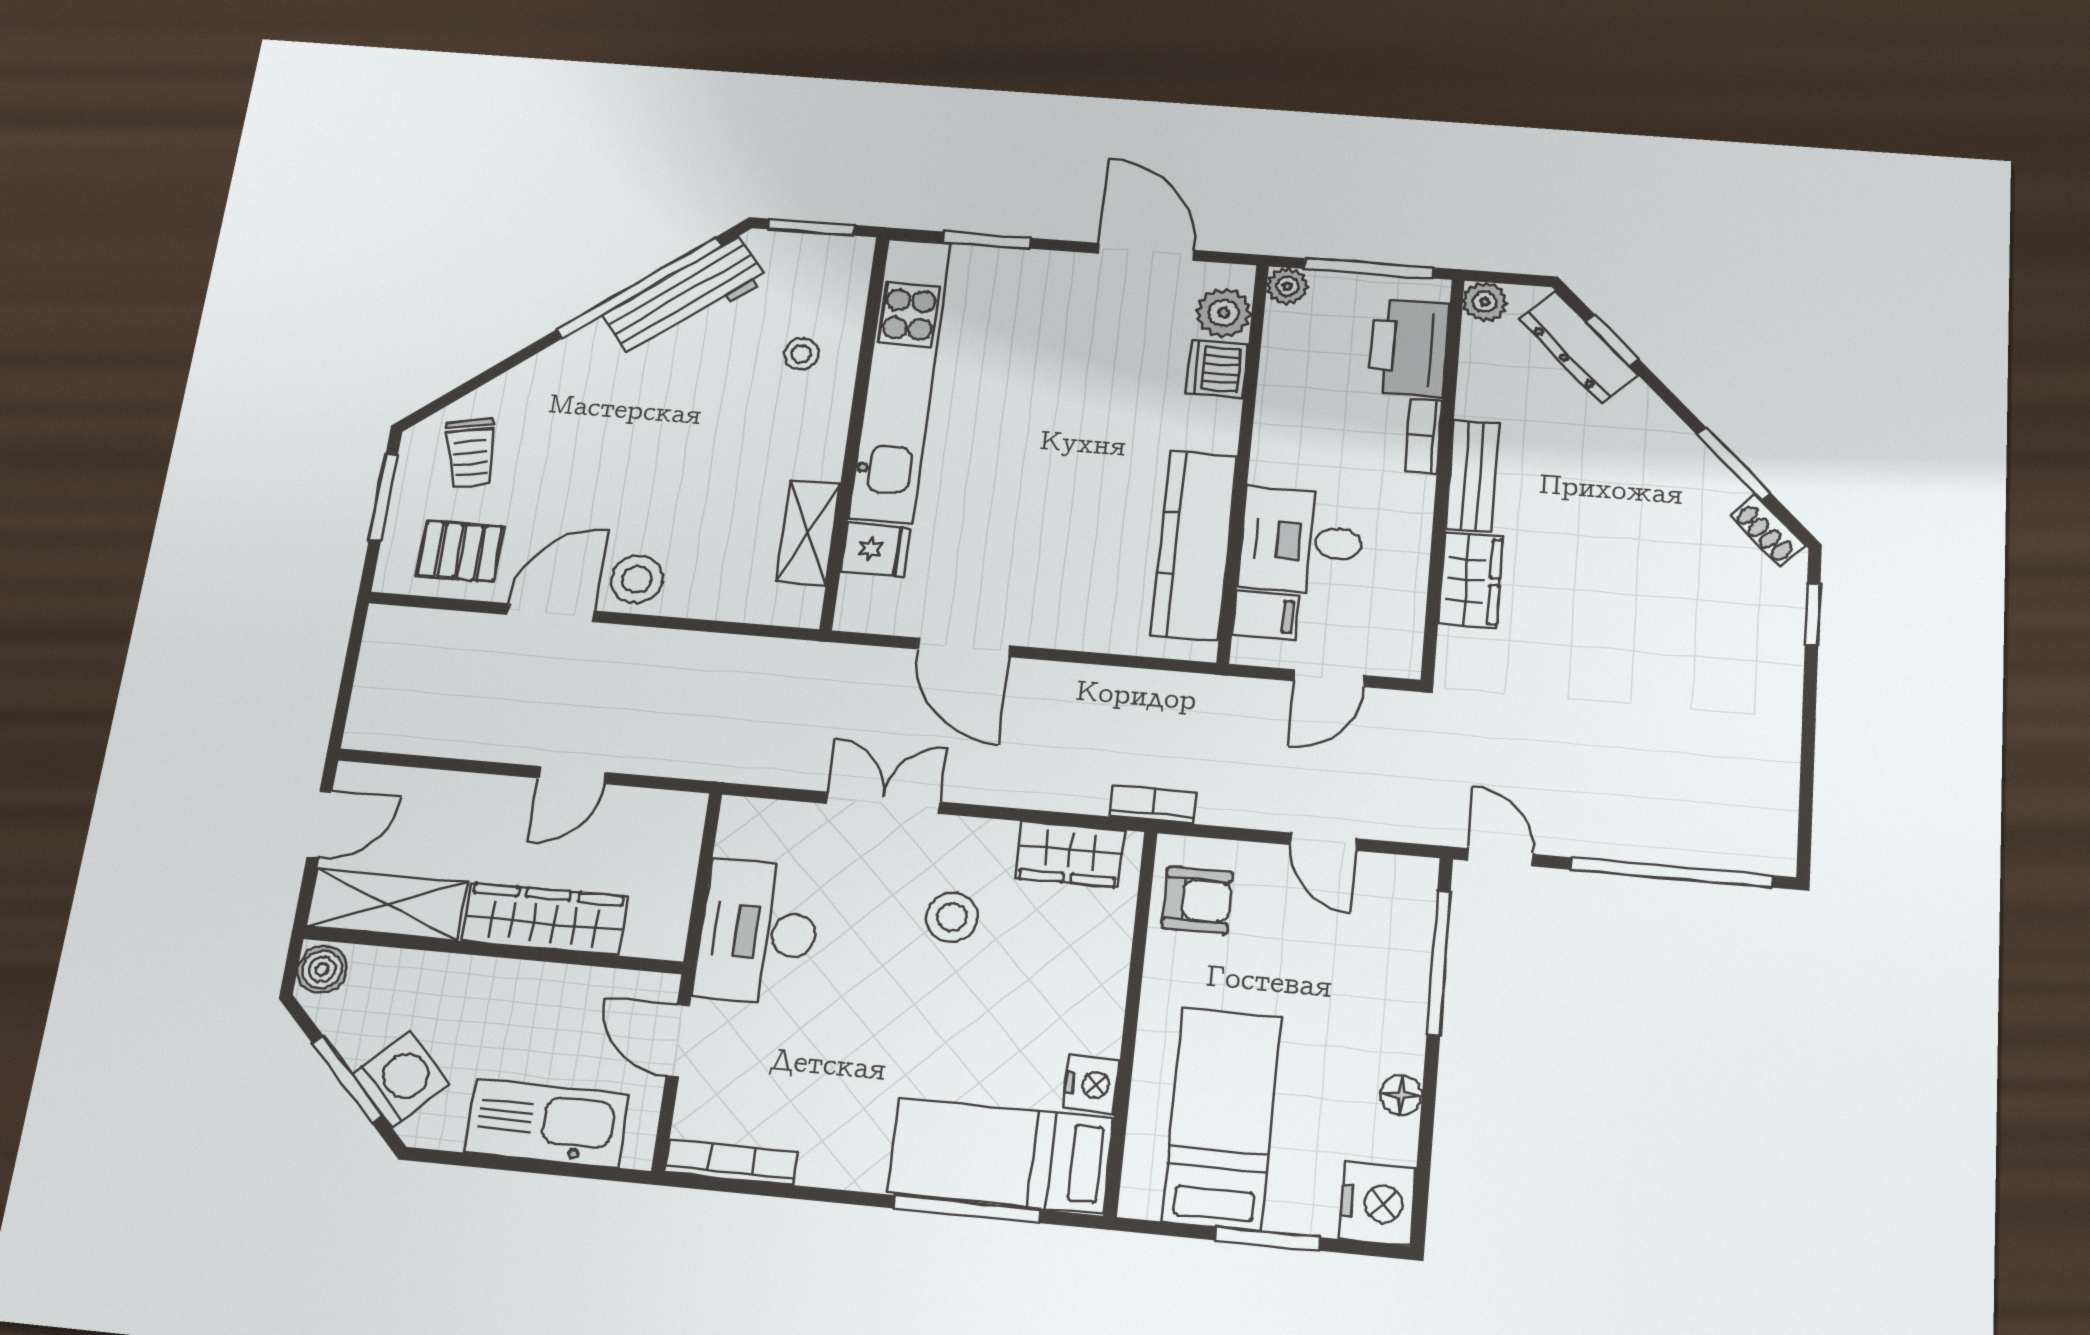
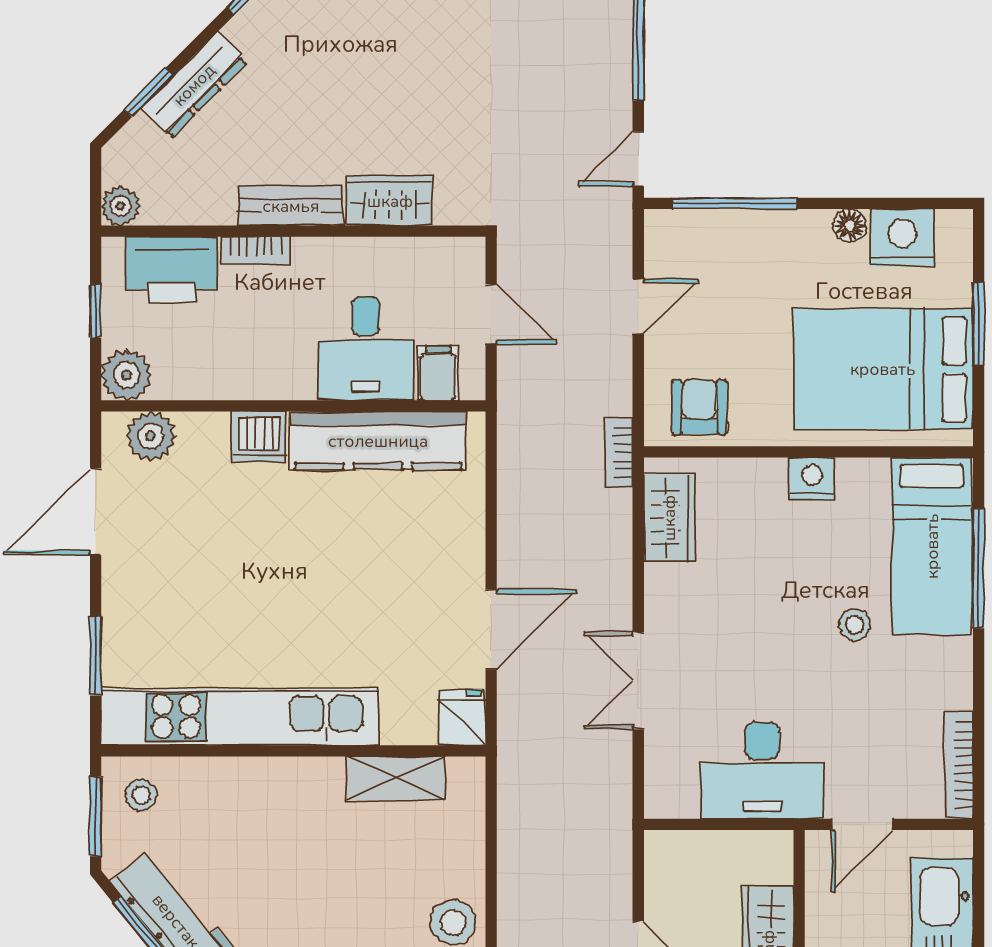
window: (1369, 268) -> (96, 311), width x0.46
plant: (1287, 286) -> (126, 375), width x1.38, depth x1.38
dresser: (1578, 347) -> (194, 85), moved
stool: (801, 354) -> (141, 795), moved
dishwasher: (1217, 369) -> (259, 437), moved
fridge: (876, 549) -> (462, 717), moved
stool: (952, 917) -> (855, 625), moved, width x0.73, depth x0.73
nightstand: (1092, 1084) -> (812, 478), moved
bed: (1222, 1118) -> (883, 369), width x1.50
nightstand: (1378, 1203) -> (902, 238), moved

